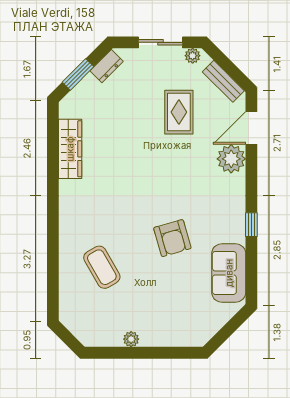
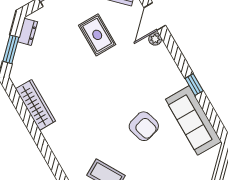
plant: (231, 159) -> (155, 39), width x0.53, depth x0.53
sofa: (229, 273) -> (193, 120), width x1.36

